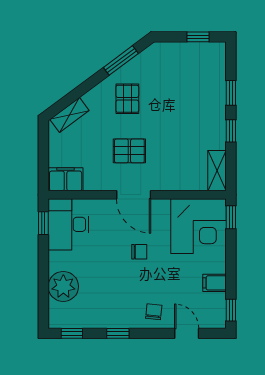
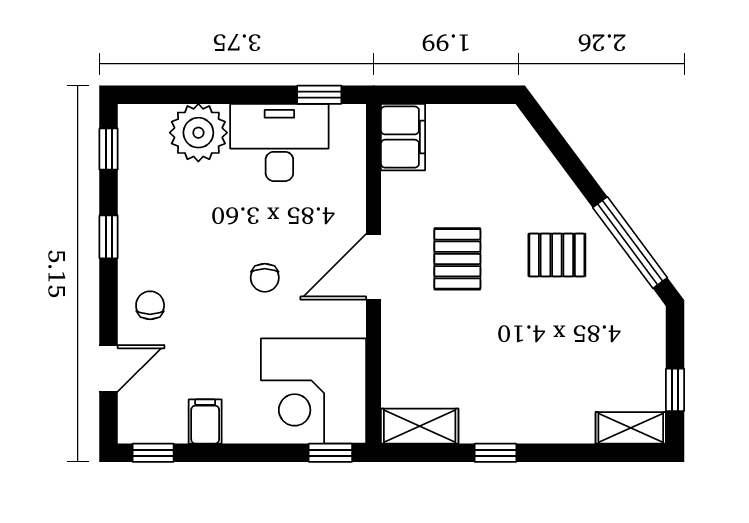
window: (121, 60) -> (630, 243), width x1.44
window: (231, 93) -> (568, 453), removed
shelving: (69, 115) -> (631, 428), moved, turned -53
desk: (68, 224) -> (279, 142), moved
chair: (154, 312) -> (150, 305), turned -96

